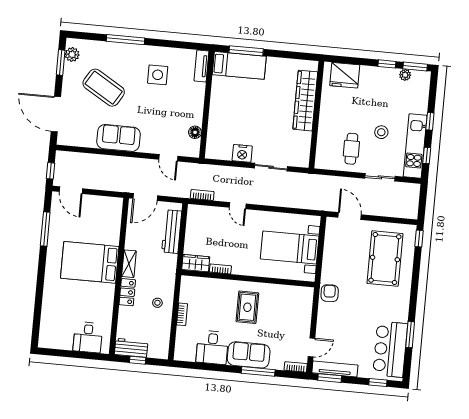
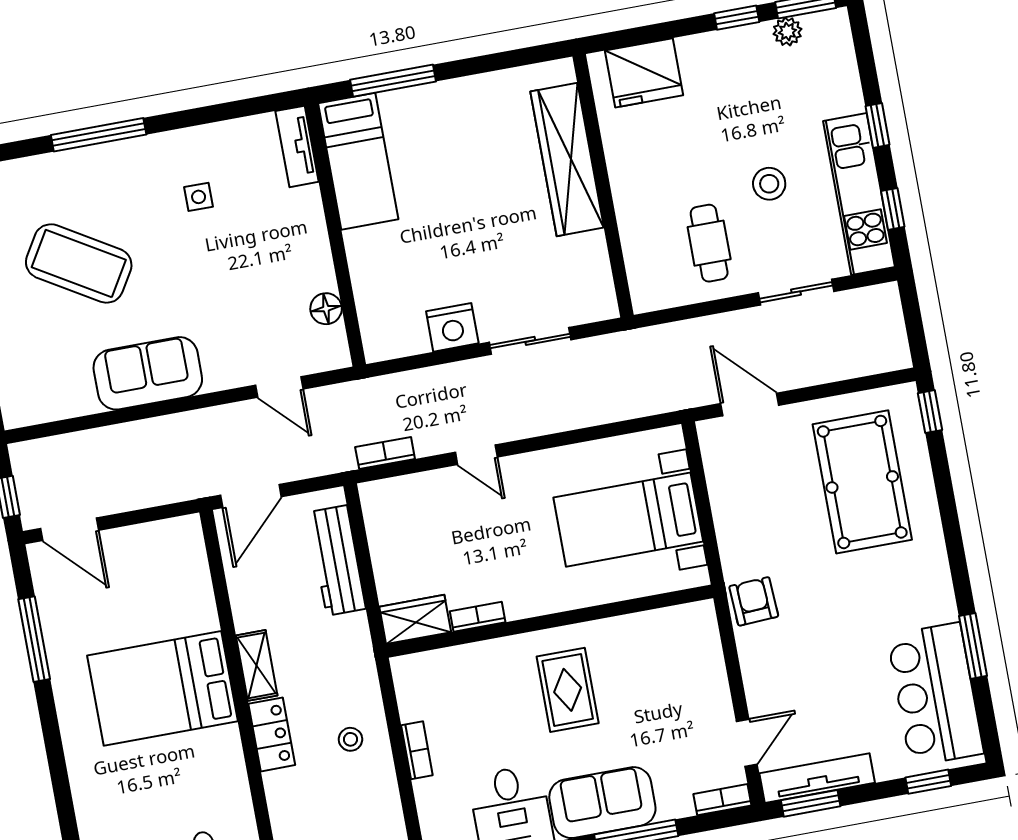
bed: (239, 65) -> (358, 161), moved, turned 90
side table: (158, 75) -> (199, 197), width x0.54, depth x0.54

